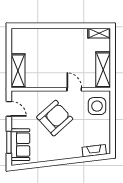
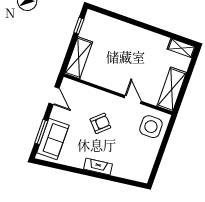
window: (9, 45) -> (79, 26), added
armchair: (55, 118) -> (100, 123), width x0.53, depth x0.53
fireplace: (94, 151) -> (98, 167), moved

